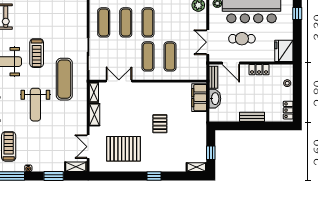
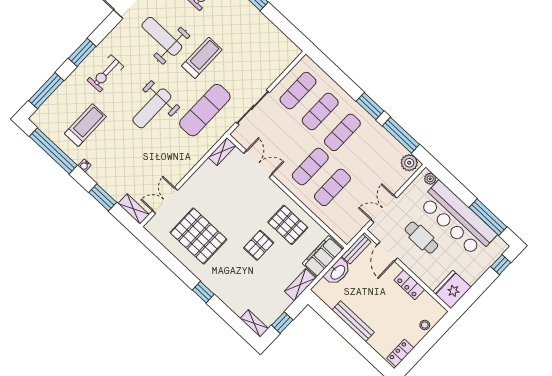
treadmill: (37, 53) -> (202, 58), turned 180
pallet: (165, 98) -> (288, 225), added
shelving: (94, 115) -> (300, 285), moved
bench: (252, 117) -> (353, 321), width x1.36

